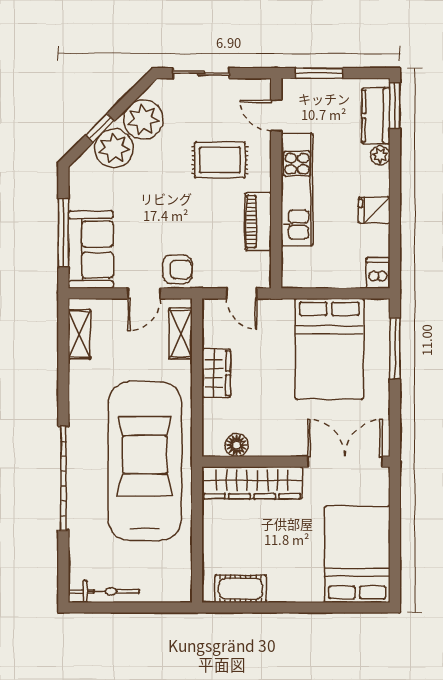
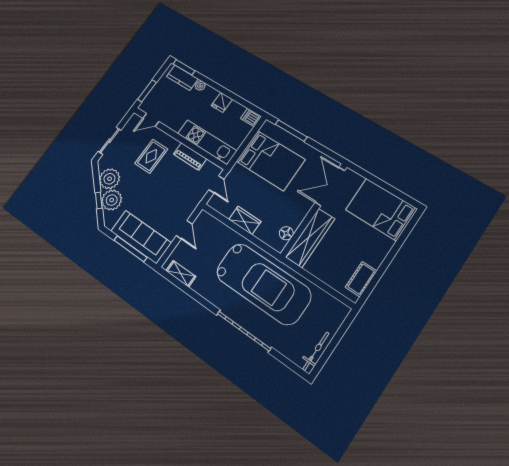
kitchen unit: (297, 190) -> (207, 142), moved
sofa: (91, 250) -> (141, 237), width x1.36
armchair: (177, 269) -> (185, 207), removed
door: (242, 293) -> (216, 184), hinge flipped
shelving: (181, 333) -> (215, 225), removed
car: (145, 461) -> (263, 284), turned 180

